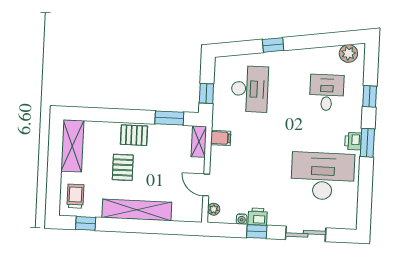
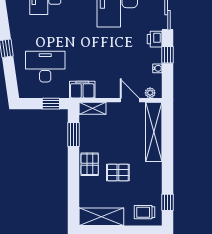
filing cabinet: (221, 138) -> (82, 90), width x2.00
door: (206, 185) -> (130, 100), swing flipped
shelving: (137, 210) -> (154, 132), moved
printer: (258, 217) -> (155, 39), moved

